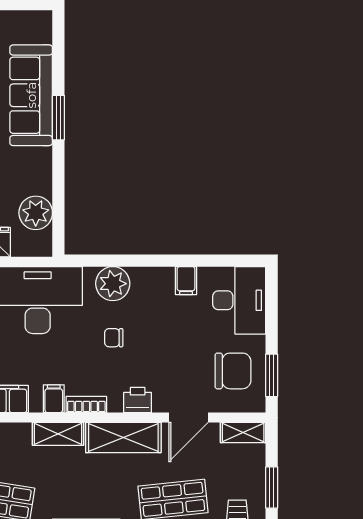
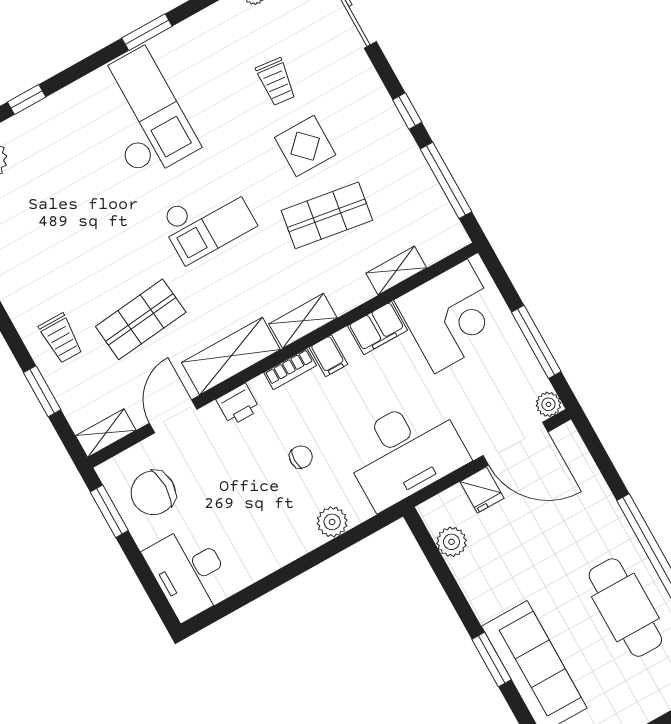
plant: (36, 213) -> (452, 542), width x0.73, depth x0.73
filing cabinet: (186, 281) -> (258, 561), removed
plant: (113, 284) -> (332, 522), width x0.73, depth x0.73

